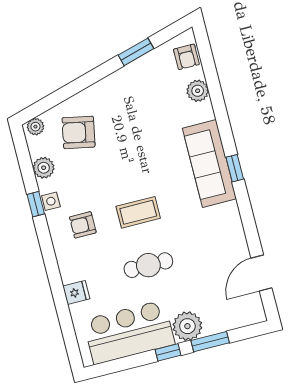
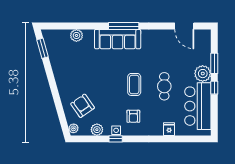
window: (136, 52) -> (43, 48), moved
armchair: (186, 57) -> (57, 37), removed
armchair: (79, 132) -> (83, 106), turned 134
window: (235, 168) -> (124, 26), width x2.17

